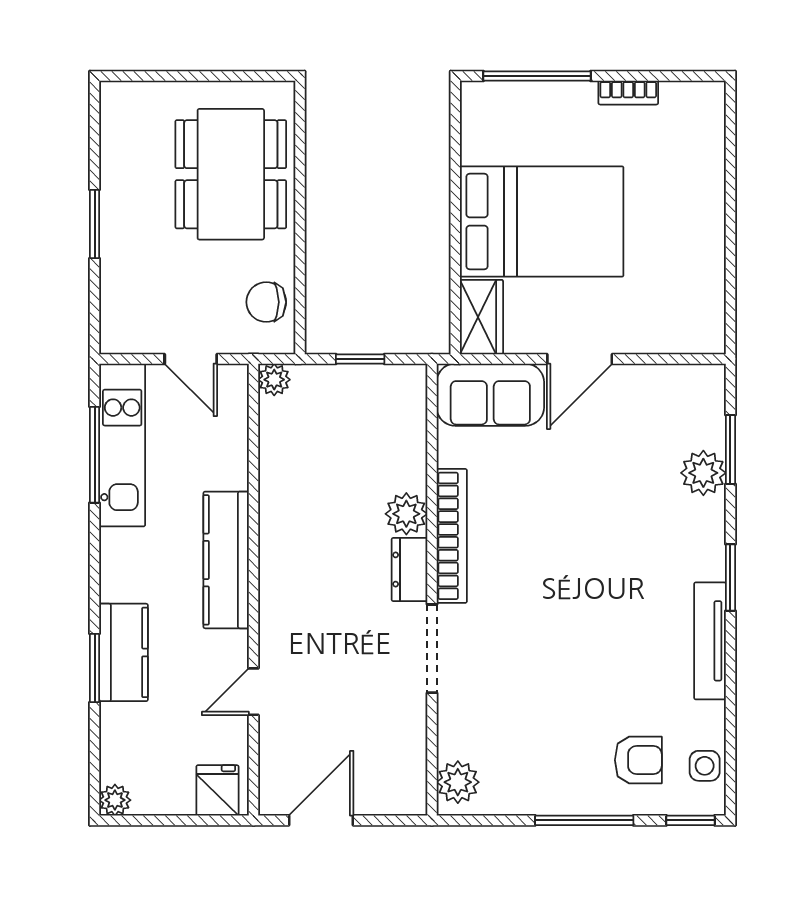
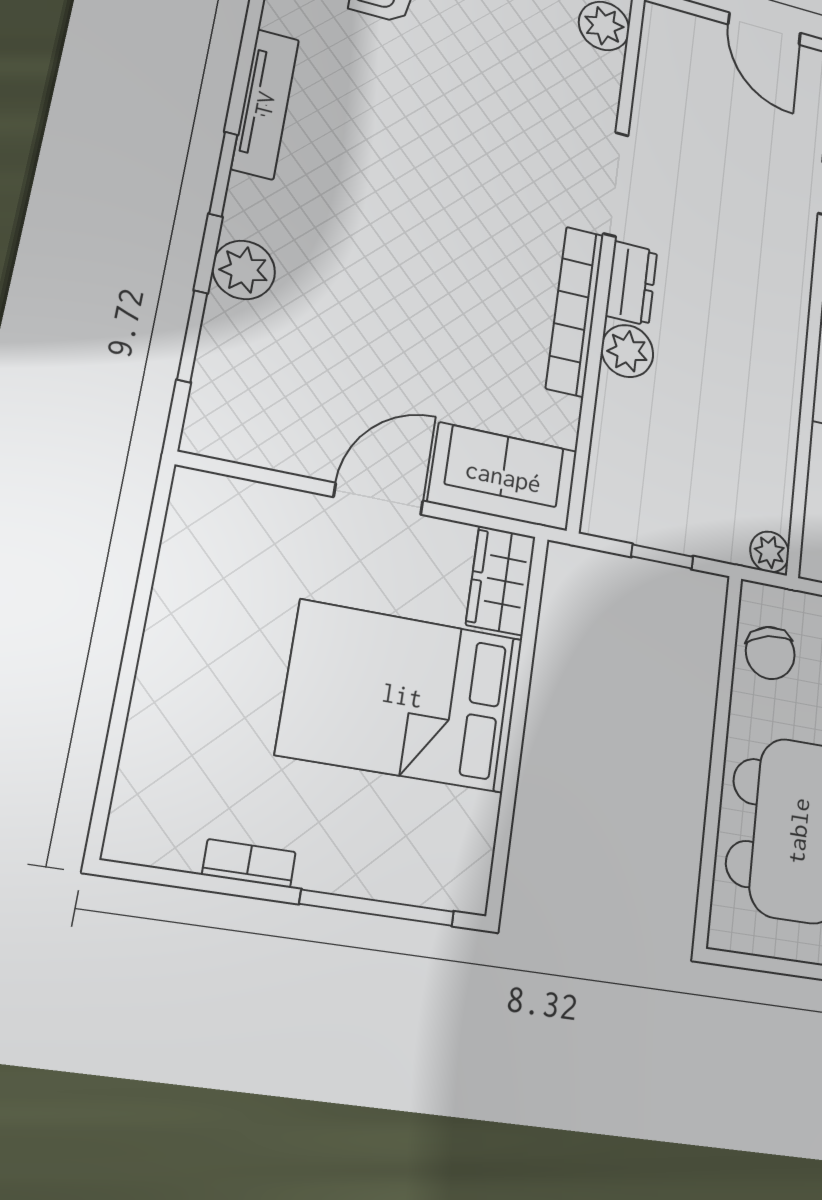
chair: (266, 302) -> (770, 653), turned 77
plant: (703, 473) -> (244, 270), moved
door: (321, 820) -> (764, 29), hinge flipped

